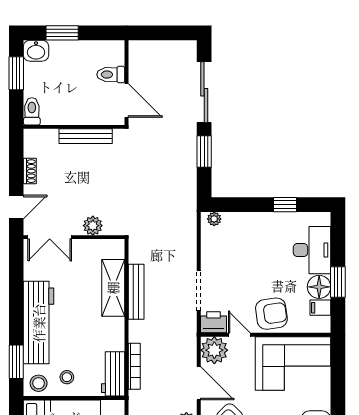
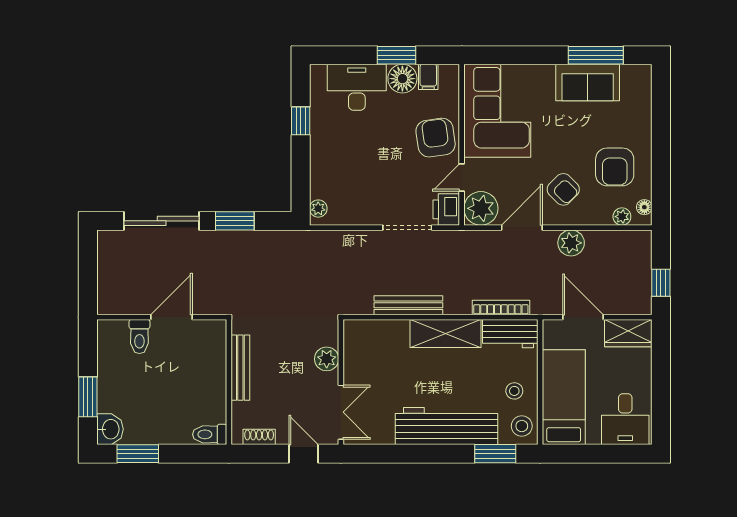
toilet: (32, 111) -> (210, 434), moved
wall: (74, 127) -> (229, 382), moved
bench: (86, 136) -> (240, 368), moved
shelving: (113, 288) -> (446, 333), moved

